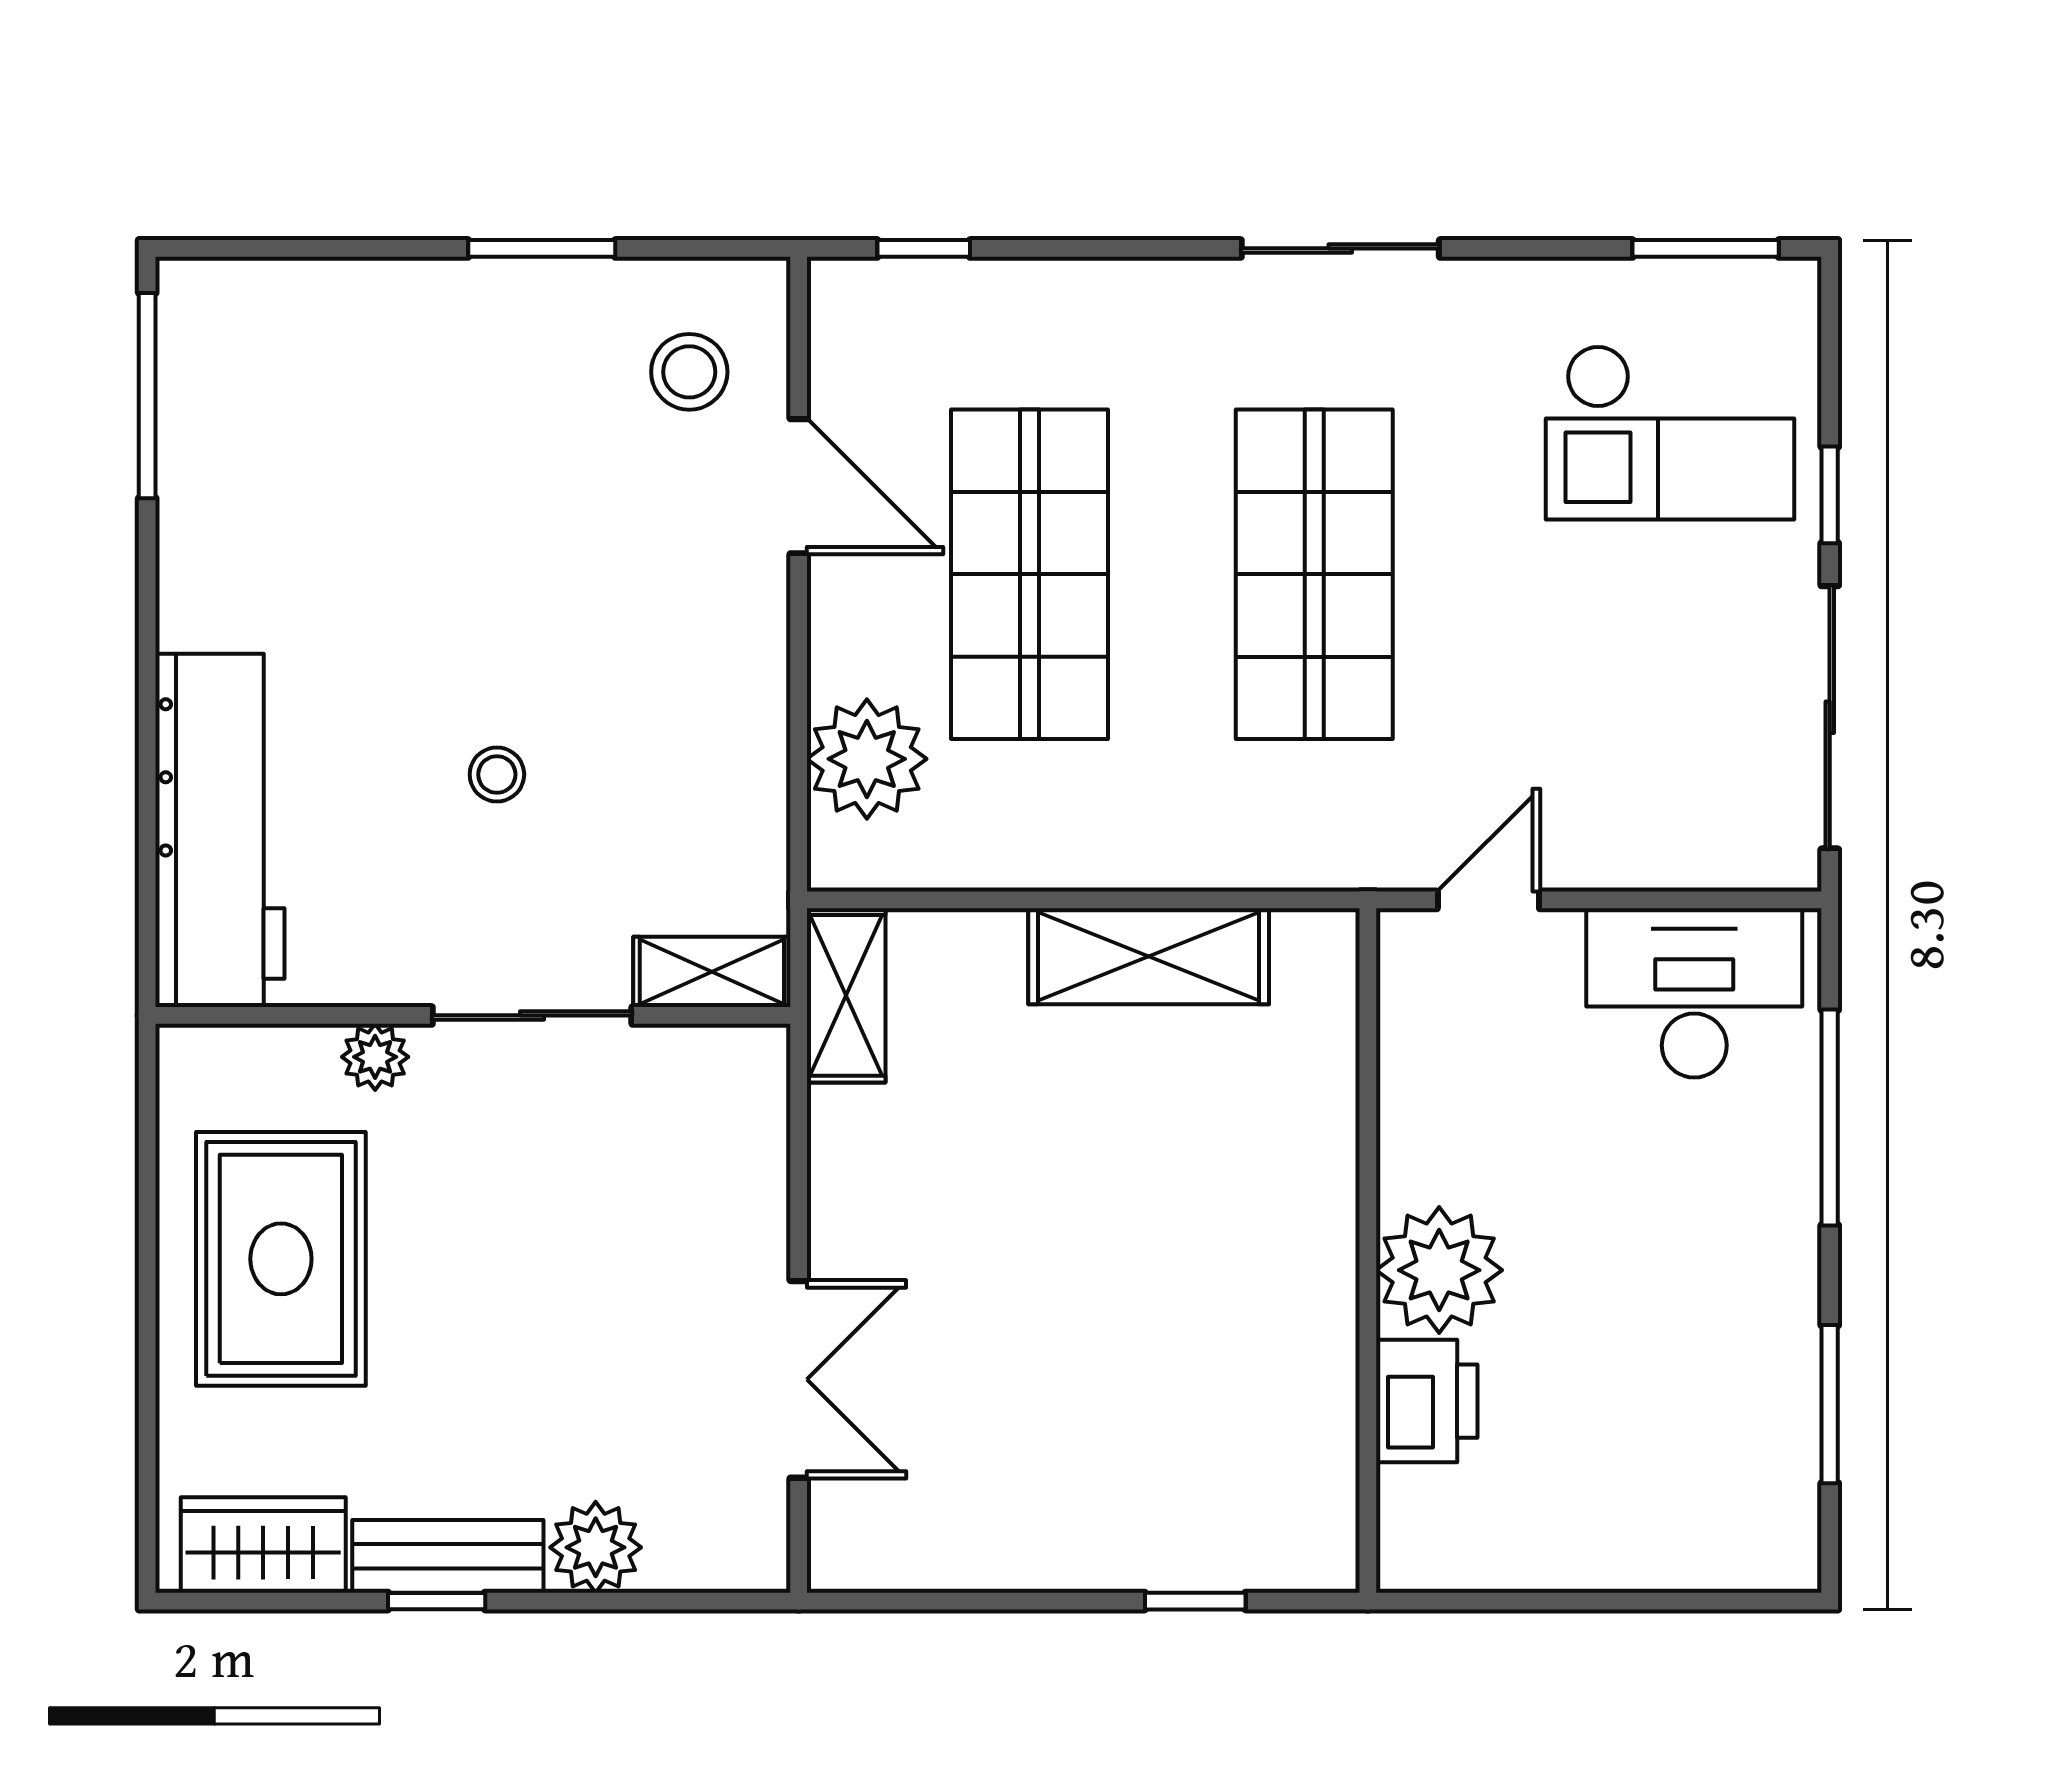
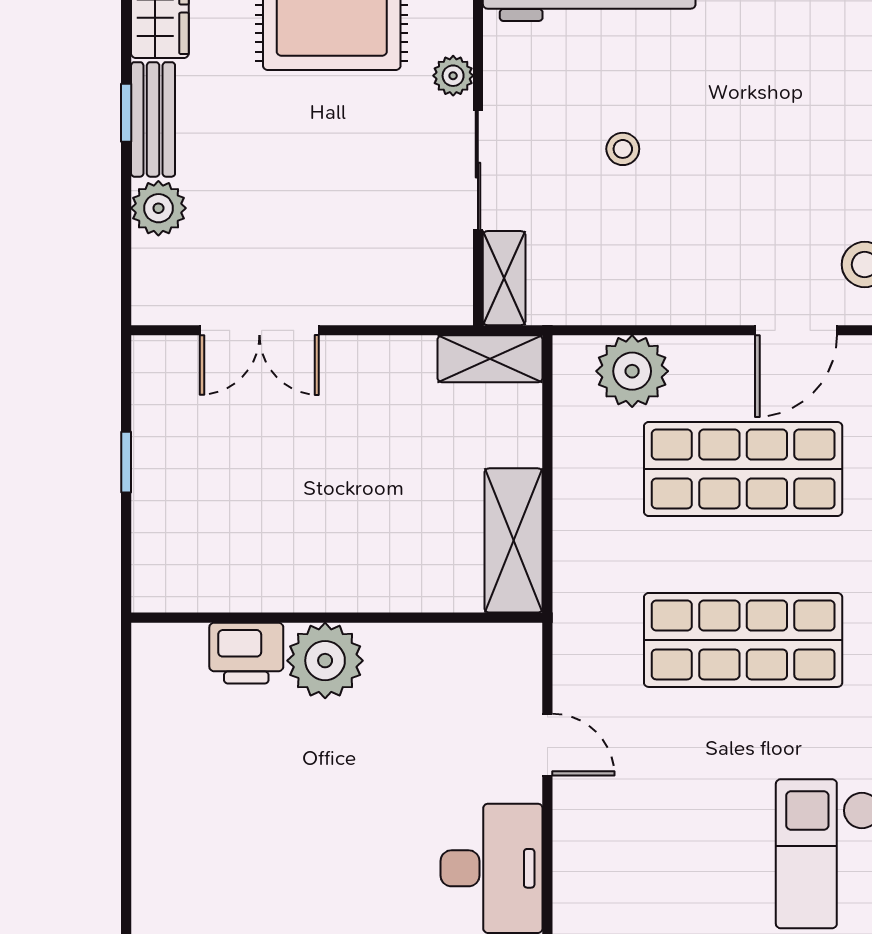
wall: (1368, 1251) -> (337, 618), moved
plant: (1439, 1270) -> (325, 661), moved
printer: (1427, 1401) -> (246, 653), moved
window: (1195, 1601) -> (126, 462), moved

